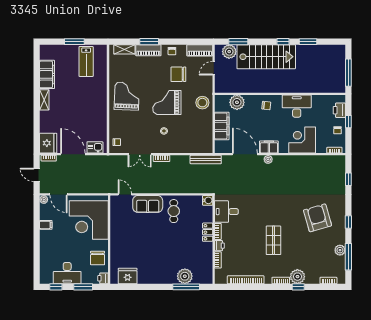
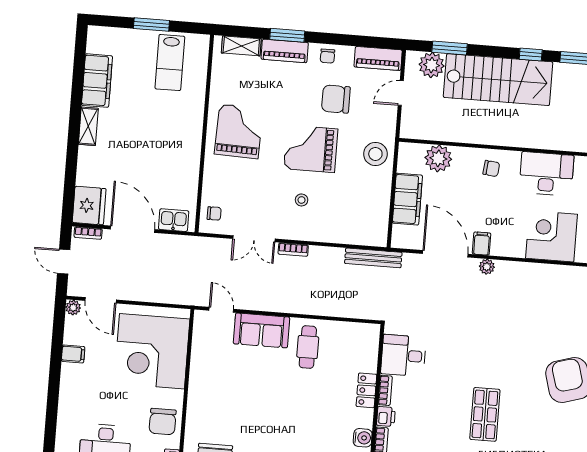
filing cabinet: (269, 147) -> (482, 244), width x0.50
water cooler: (208, 200) -> (363, 438), moved

